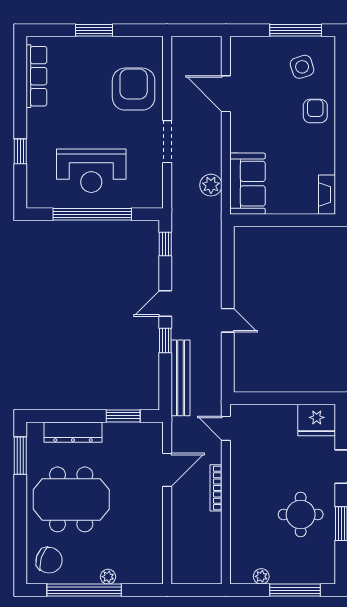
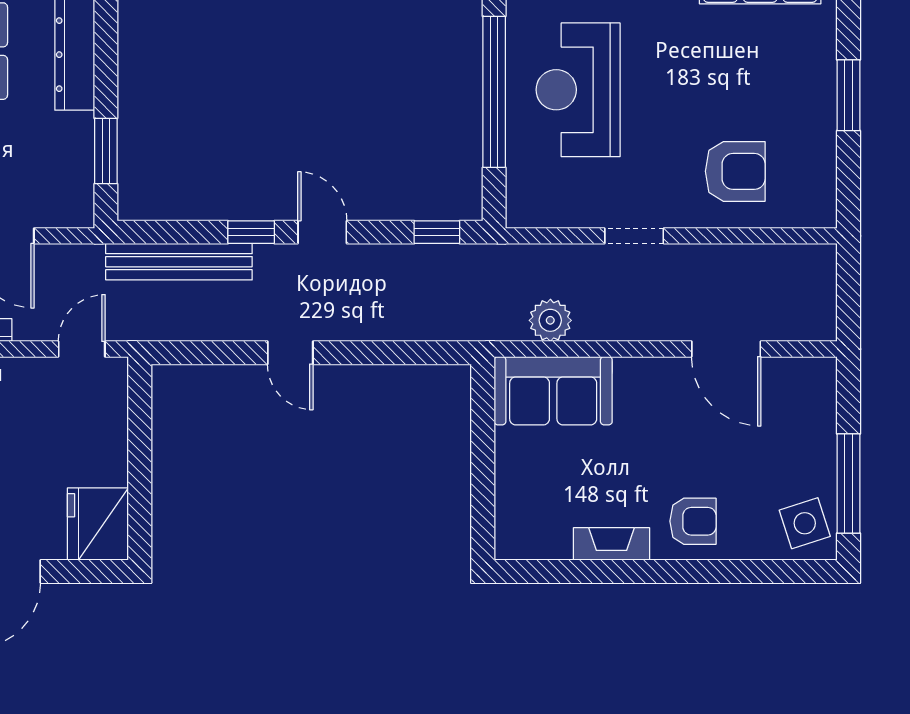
side table: (302, 67) -> (805, 523), moved
armchair: (134, 89) -> (735, 171), width x0.73, depth x0.73
door: (226, 94) -> (726, 349), swing flipped
doorway: (167, 142) -> (634, 236), width x0.73
fireplace: (327, 195) -> (611, 544), moved
door: (228, 320) -> (290, 353), hinge flipped

